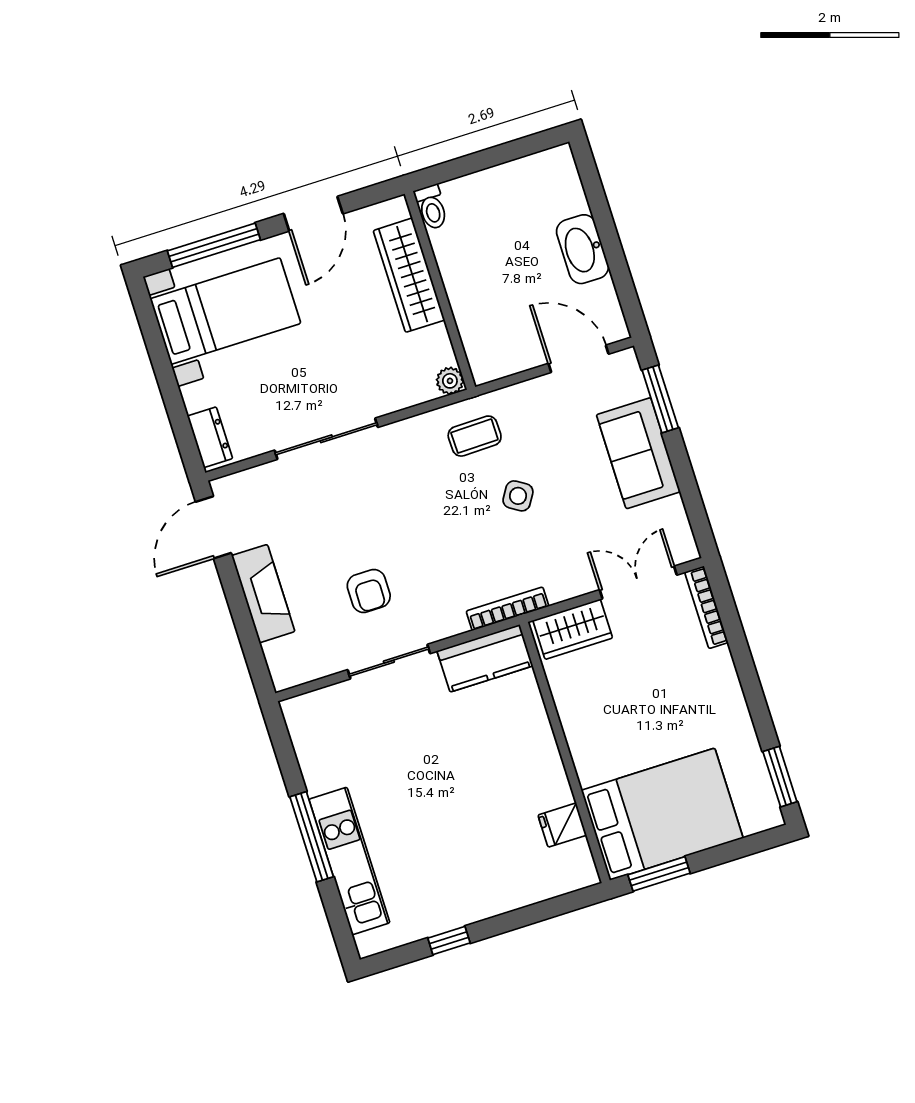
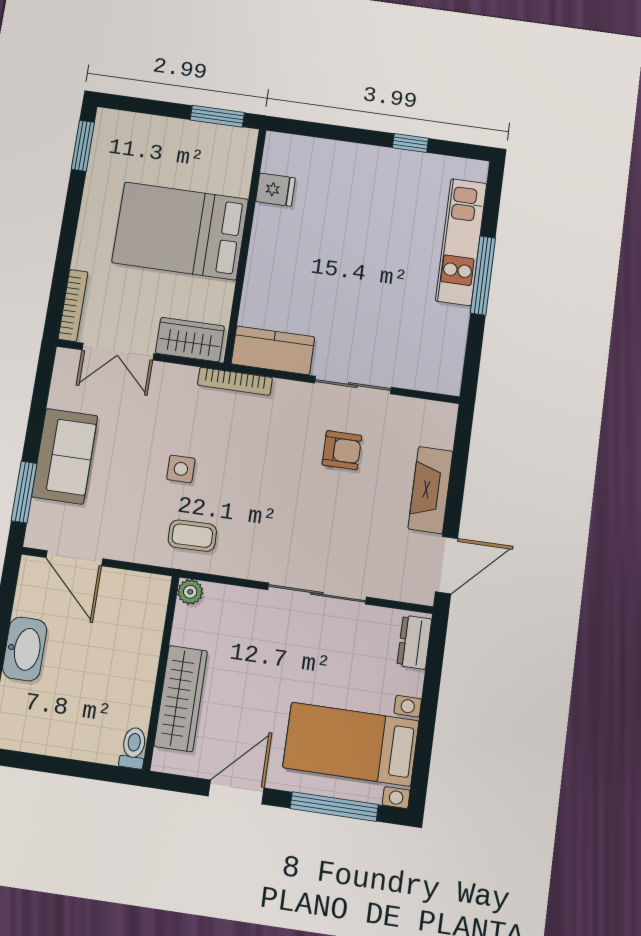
side table: (518, 496) -> (181, 469), turned -32
armchair: (369, 591) -> (342, 450), turned 90
bed: (662, 814) -> (180, 231), moved

